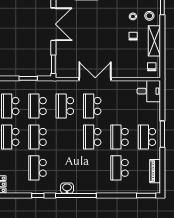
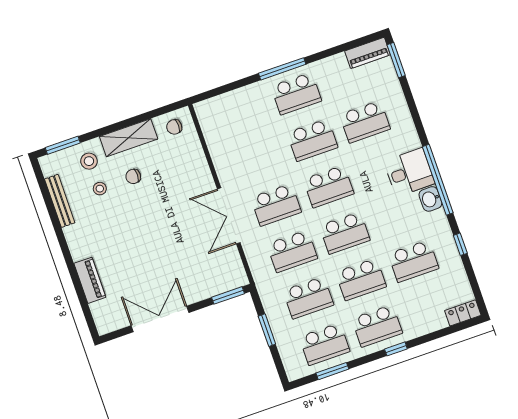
desk: (149, 91) -> (409, 172), moved, turned 90
school desk: (65, 137) -> (345, 233), added
piano: (155, 171) -> (367, 53), moved

